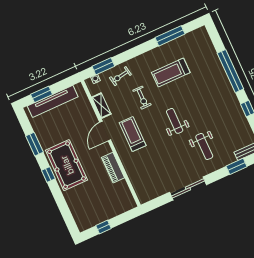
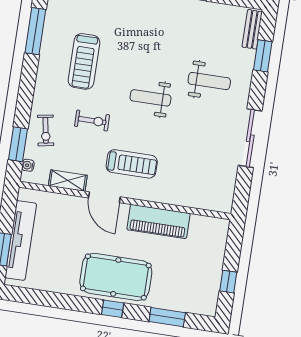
treadmill: (133, 134) -> (132, 164), turned 180
window: (34, 144) -> (167, 317), moved
piano: (113, 168) -> (158, 222), width x1.37, depth x1.33

